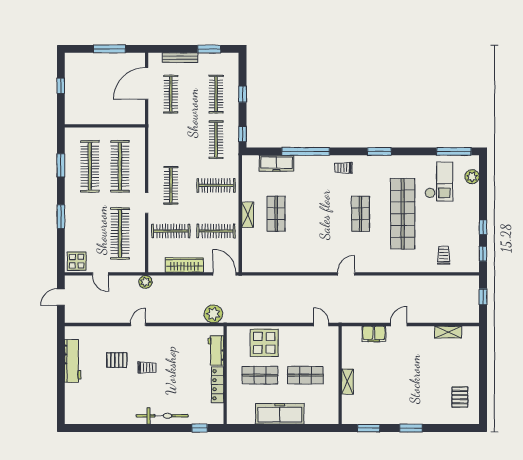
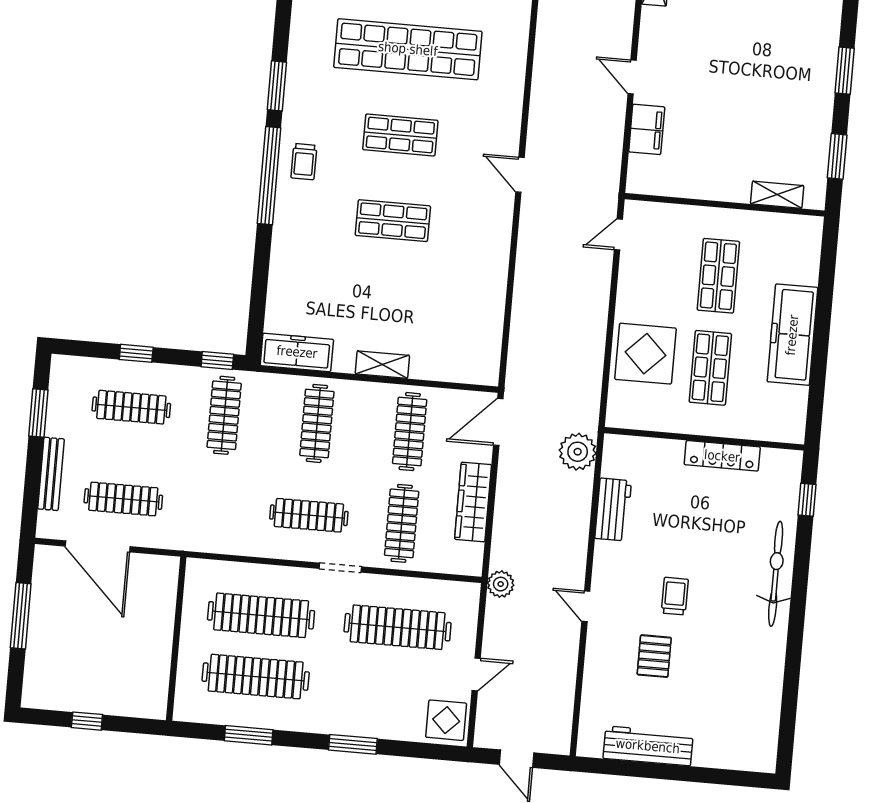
clothes rail: (216, 140) -> (224, 415), turned 90
window: (306, 151) -> (269, 176), moved
freezer: (276, 163) -> (297, 352), moved, turned -90
shop shelf: (276, 214) -> (393, 221), moved
workbench: (216, 351) -> (613, 510), moved, turned -90
shelving: (347, 382) -> (777, 195), moved

